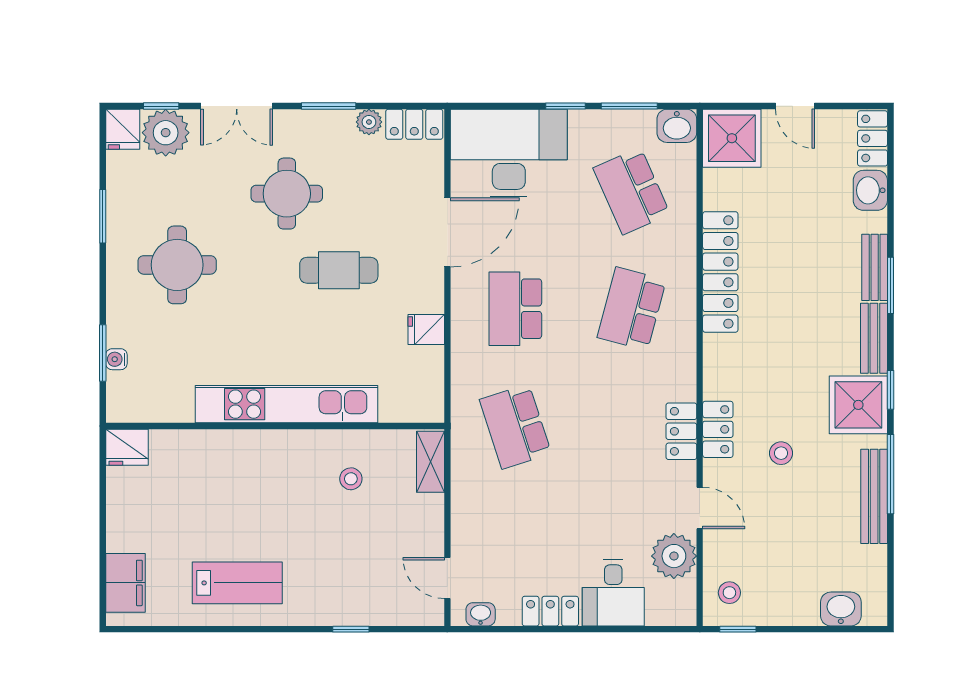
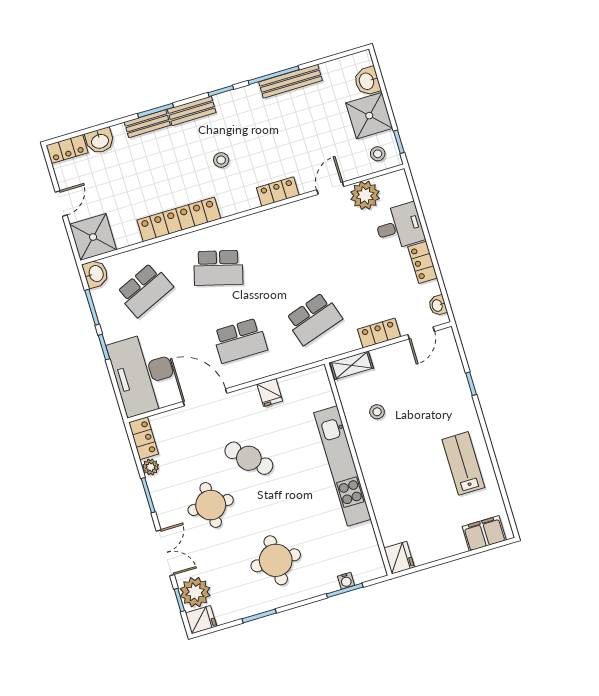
cafe table: (339, 270) -> (249, 458), turned -47
shower: (858, 405) -> (369, 116), moved
locker: (681, 431) -> (379, 333), moved, turned 180
stool: (781, 453) -> (221, 160), moved

